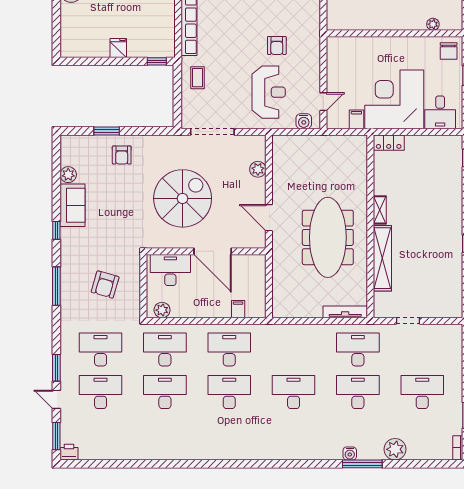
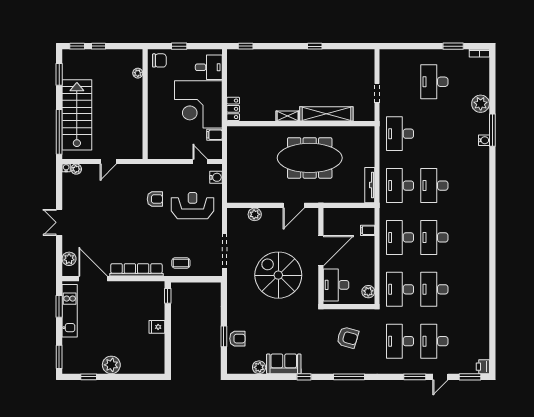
armchair: (122, 155) -> (237, 339), moved
tv unit: (345, 312) -> (370, 185), moved
desk: (358, 392) -> (400, 186), moved

